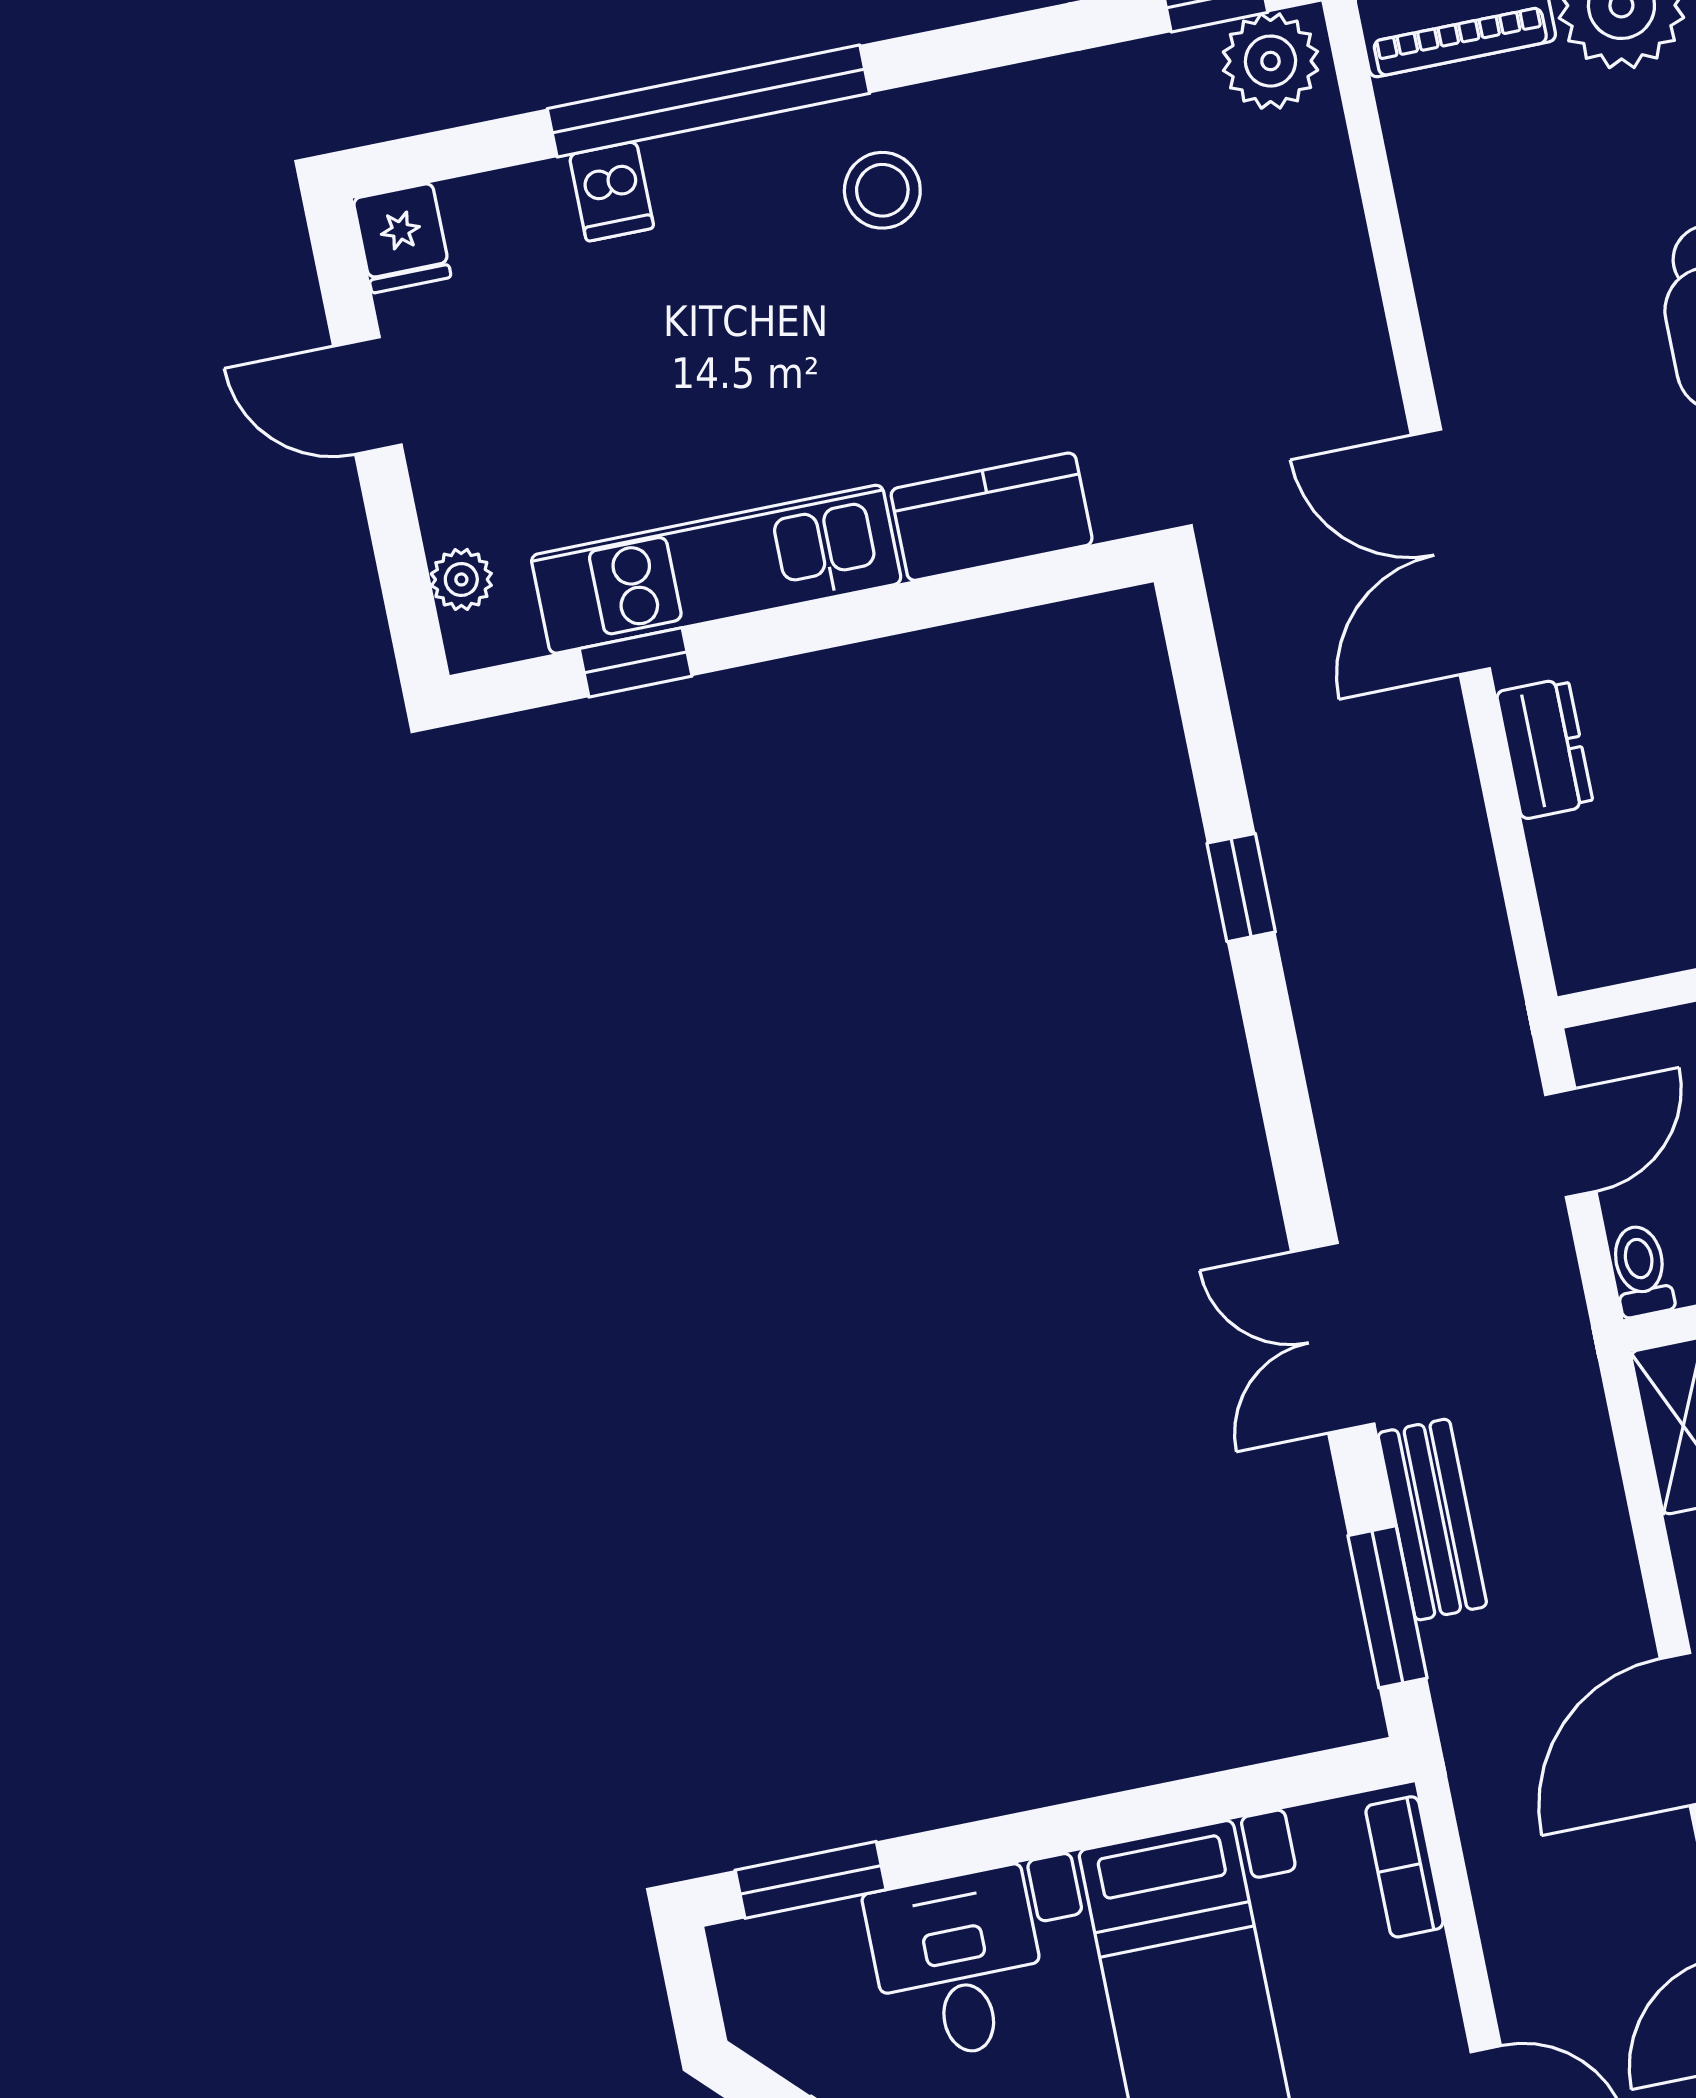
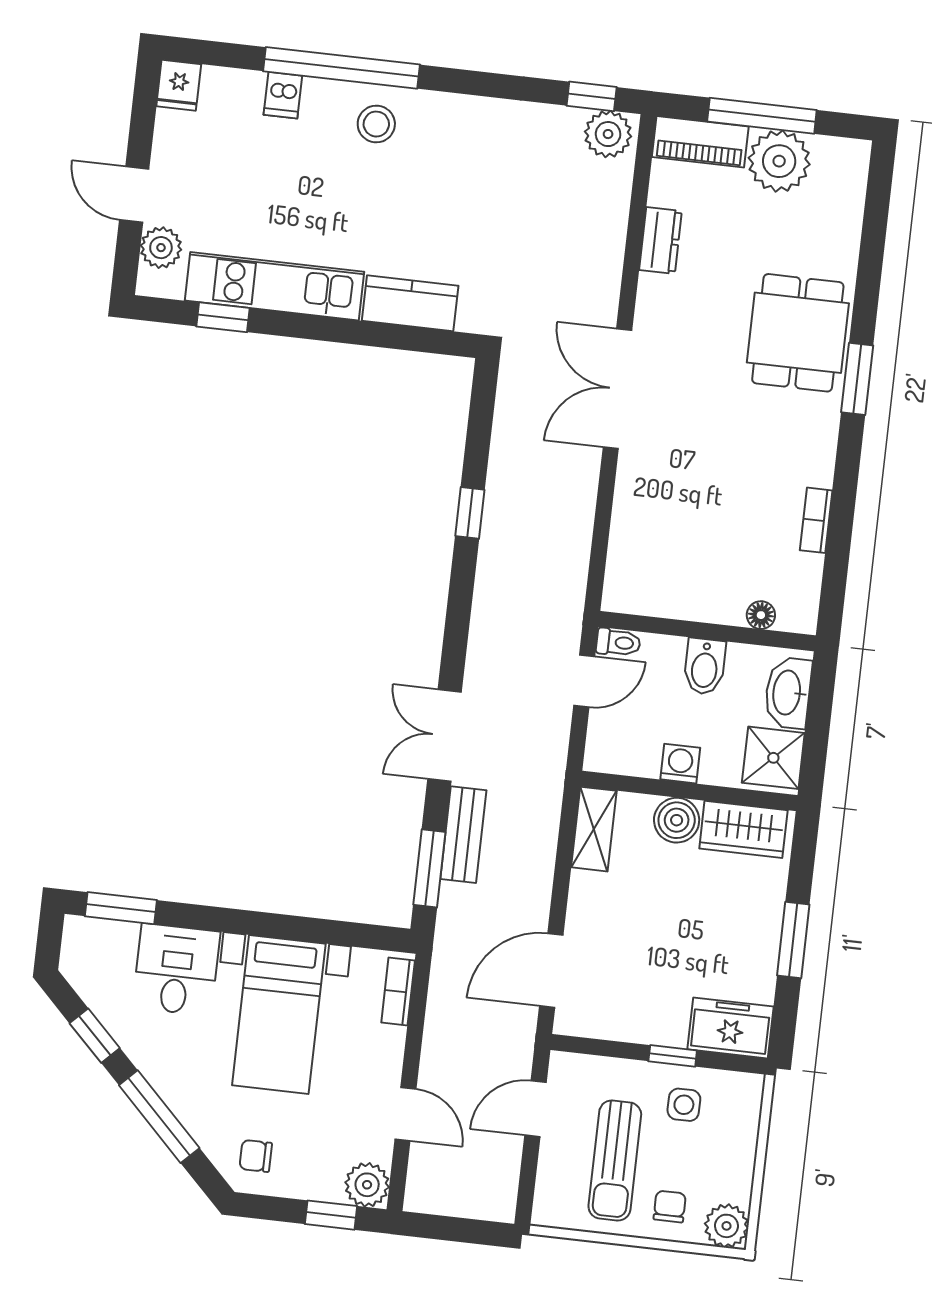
stool: (882, 190) -> (376, 124), moved
door: (367, 396) -> (134, 195), moved
plant: (461, 579) -> (161, 248), width x1.38, depth x1.38
dresser: (1545, 749) -> (660, 240), moved
toilet: (1641, 1271) -> (618, 642), moved, turned 90

